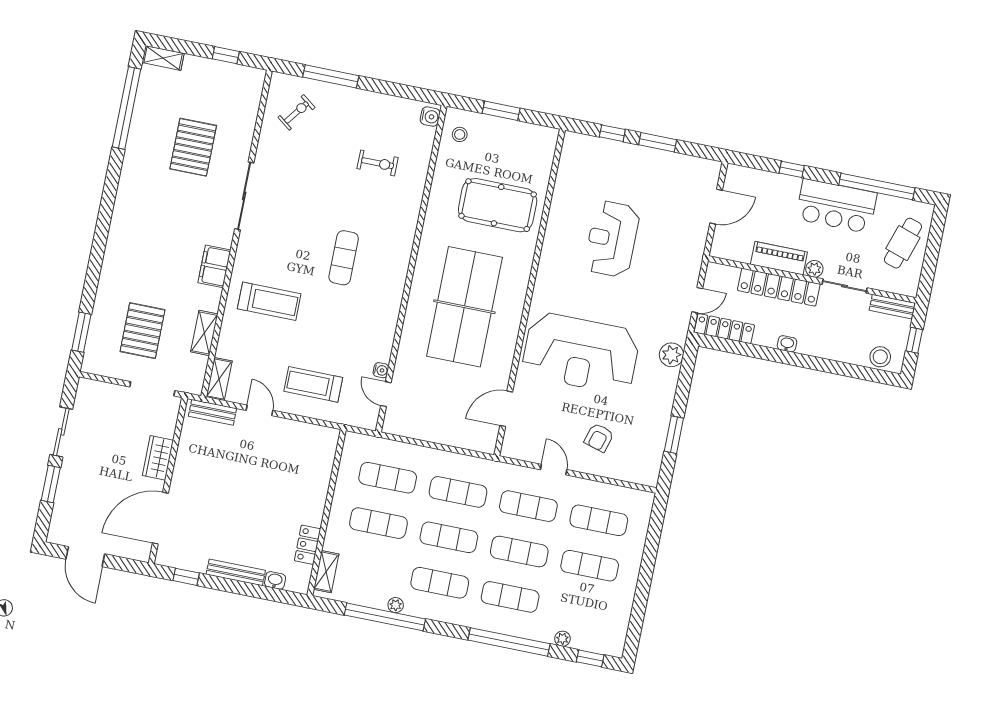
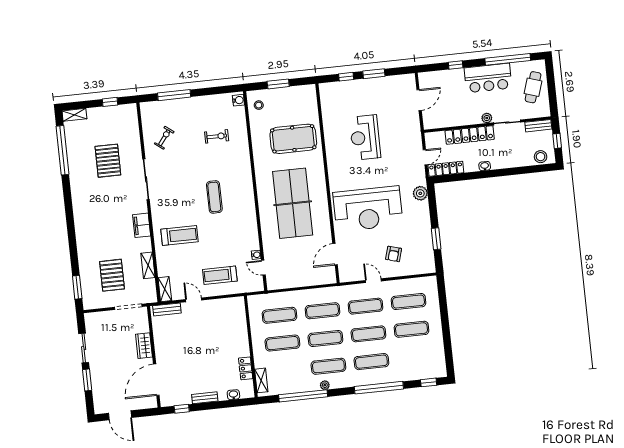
exercise bike: (297, 112) -> (164, 138), moved
piano: (779, 258) -> (465, 118), removed
bench: (236, 572) -> (205, 398), width x0.73
plant: (396, 605) -> (325, 385), moved
plant: (562, 639) -> (409, 376), removed

